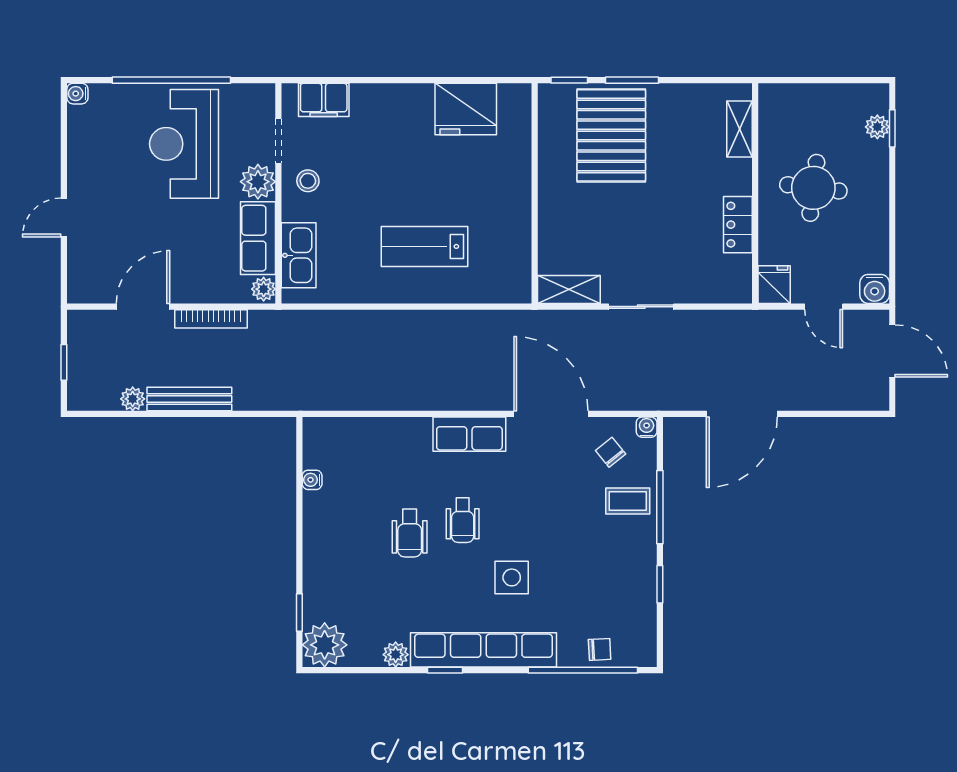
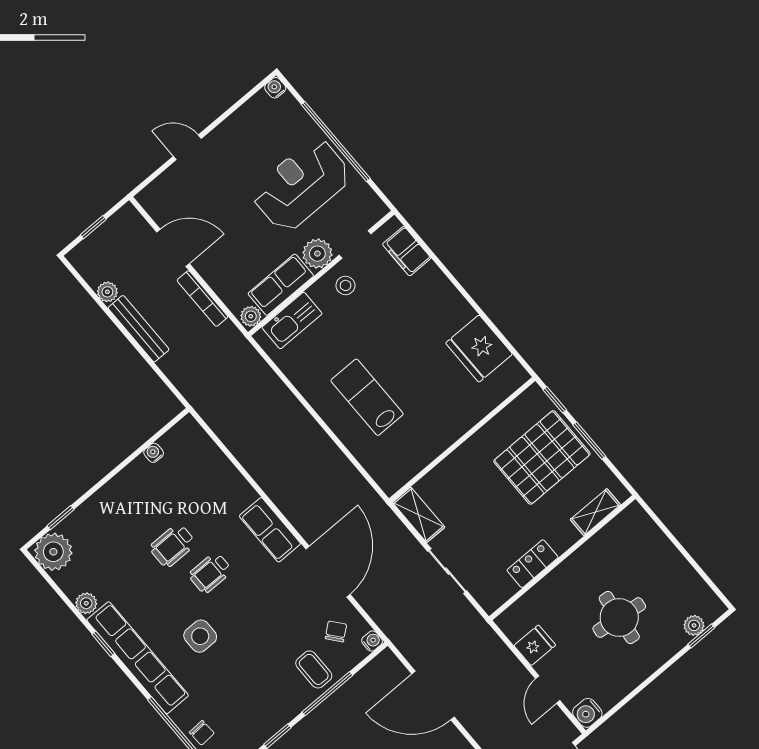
shelving: (740, 129) -> (595, 512), moved
wall: (755, 193) -> (562, 558), moved
locker: (738, 225) -> (532, 564), moved

